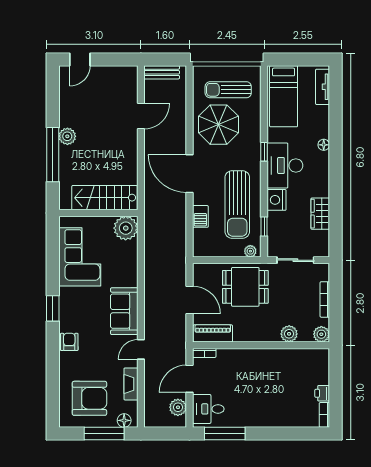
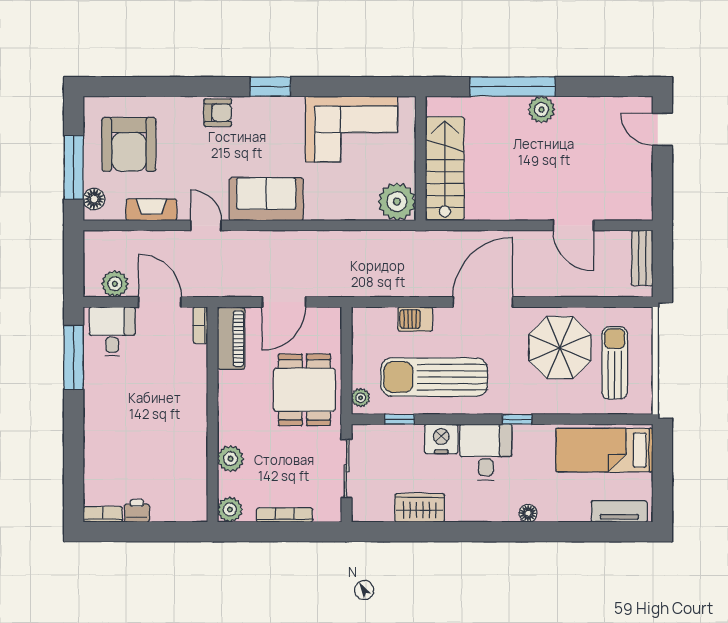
desk: (285, 166) -> (486, 452), width x0.73

